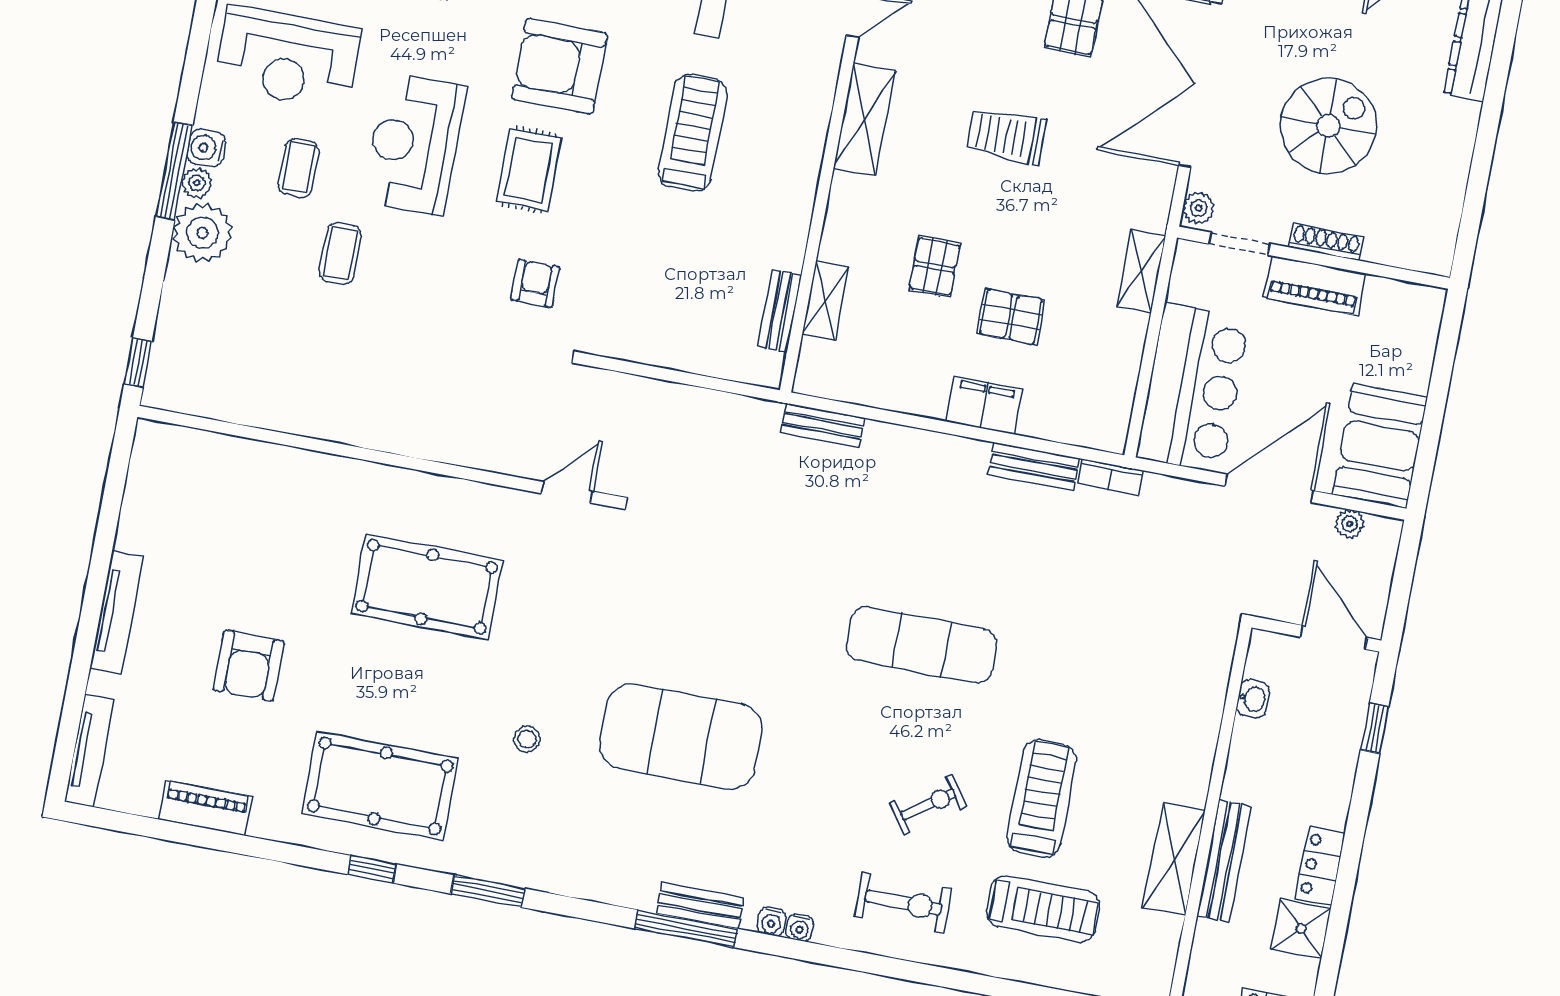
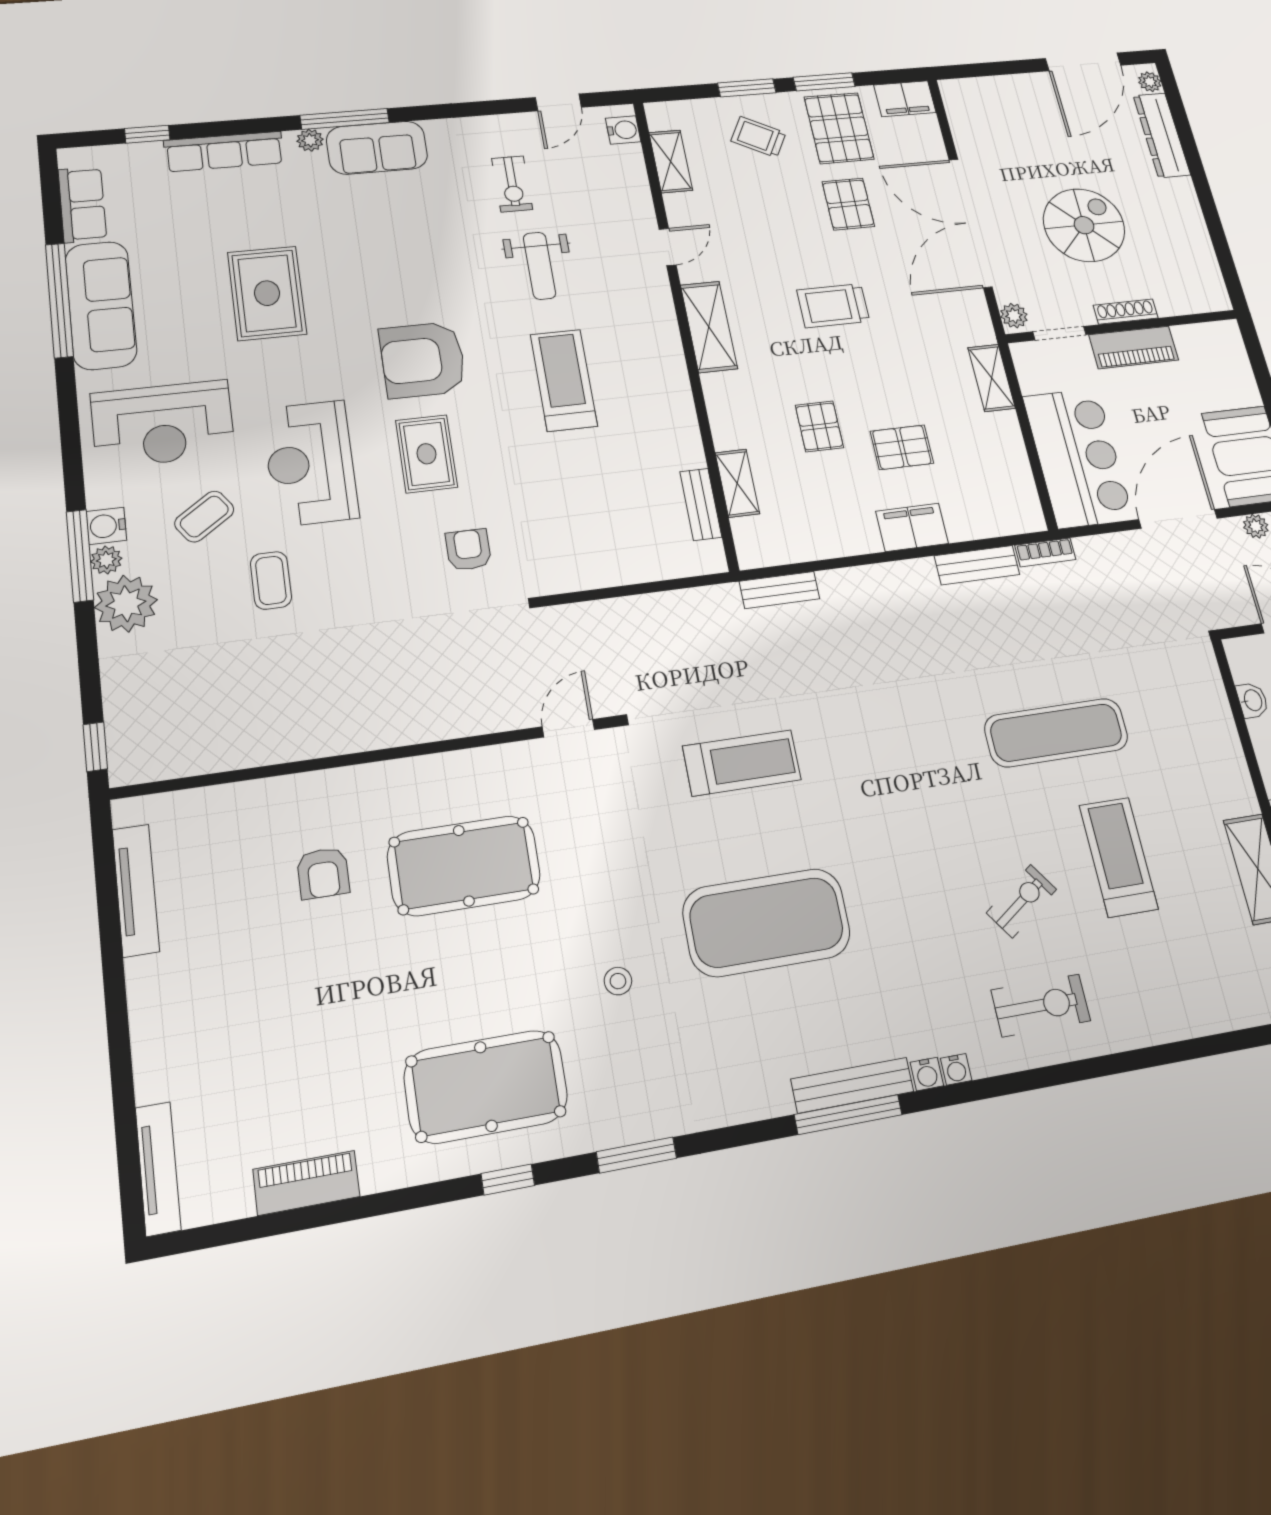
coffee table: (298, 168) -> (204, 516), turned 55
tv unit: (117, 612) -> (136, 890), moved
exercise mat: (922, 645) -> (1056, 733), moved
armchair: (249, 666) -> (323, 873), moved, width x0.72, depth x0.72
bench: (700, 906) -> (852, 1085), width x1.36
treadmill: (1043, 909) -> (742, 763), moved

